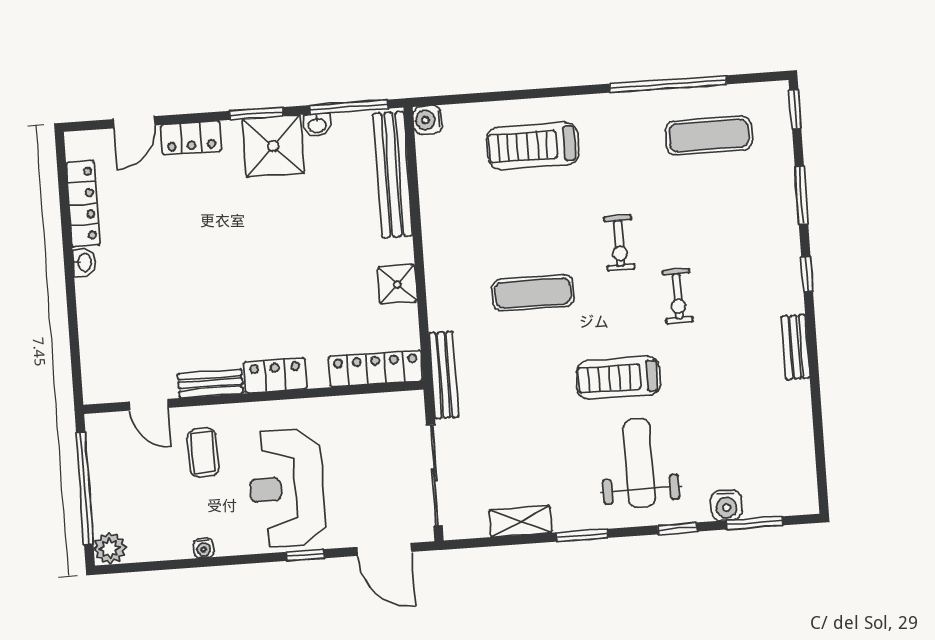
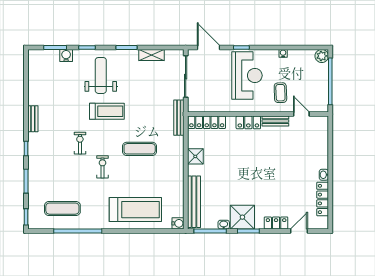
treadmill: (533, 146) -> (135, 210), width x1.37, depth x1.38
weight bench: (639, 463) -> (101, 75), turned 180

